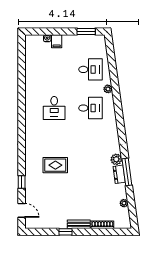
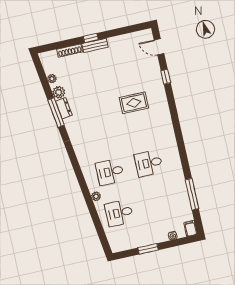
window: (86, 31) -> (148, 249), moved
filing cabinet: (57, 41) -> (191, 228), moved
window: (22, 72) -> (192, 194), added
desk: (54, 108) -> (149, 163), turned -90
plant: (116, 159) -> (59, 92), moved
window: (65, 232) -> (91, 38), moved

